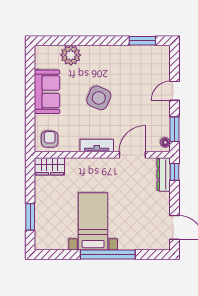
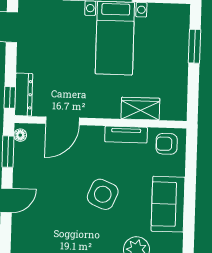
armchair: (50, 139) -> (167, 144), turned 90
tv unit: (97, 146) -> (126, 135), moved
wardrobe: (49, 166) -> (140, 109), moved

